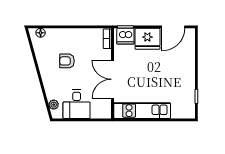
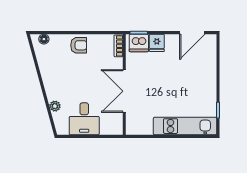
fridge: (147, 39) -> (157, 43), width x0.53, depth x0.75
armchair: (67, 61) -> (79, 45), moved, turned 180
plant: (54, 105) -> (55, 106), moved
kitchen unit: (142, 111) -> (185, 126), moved

